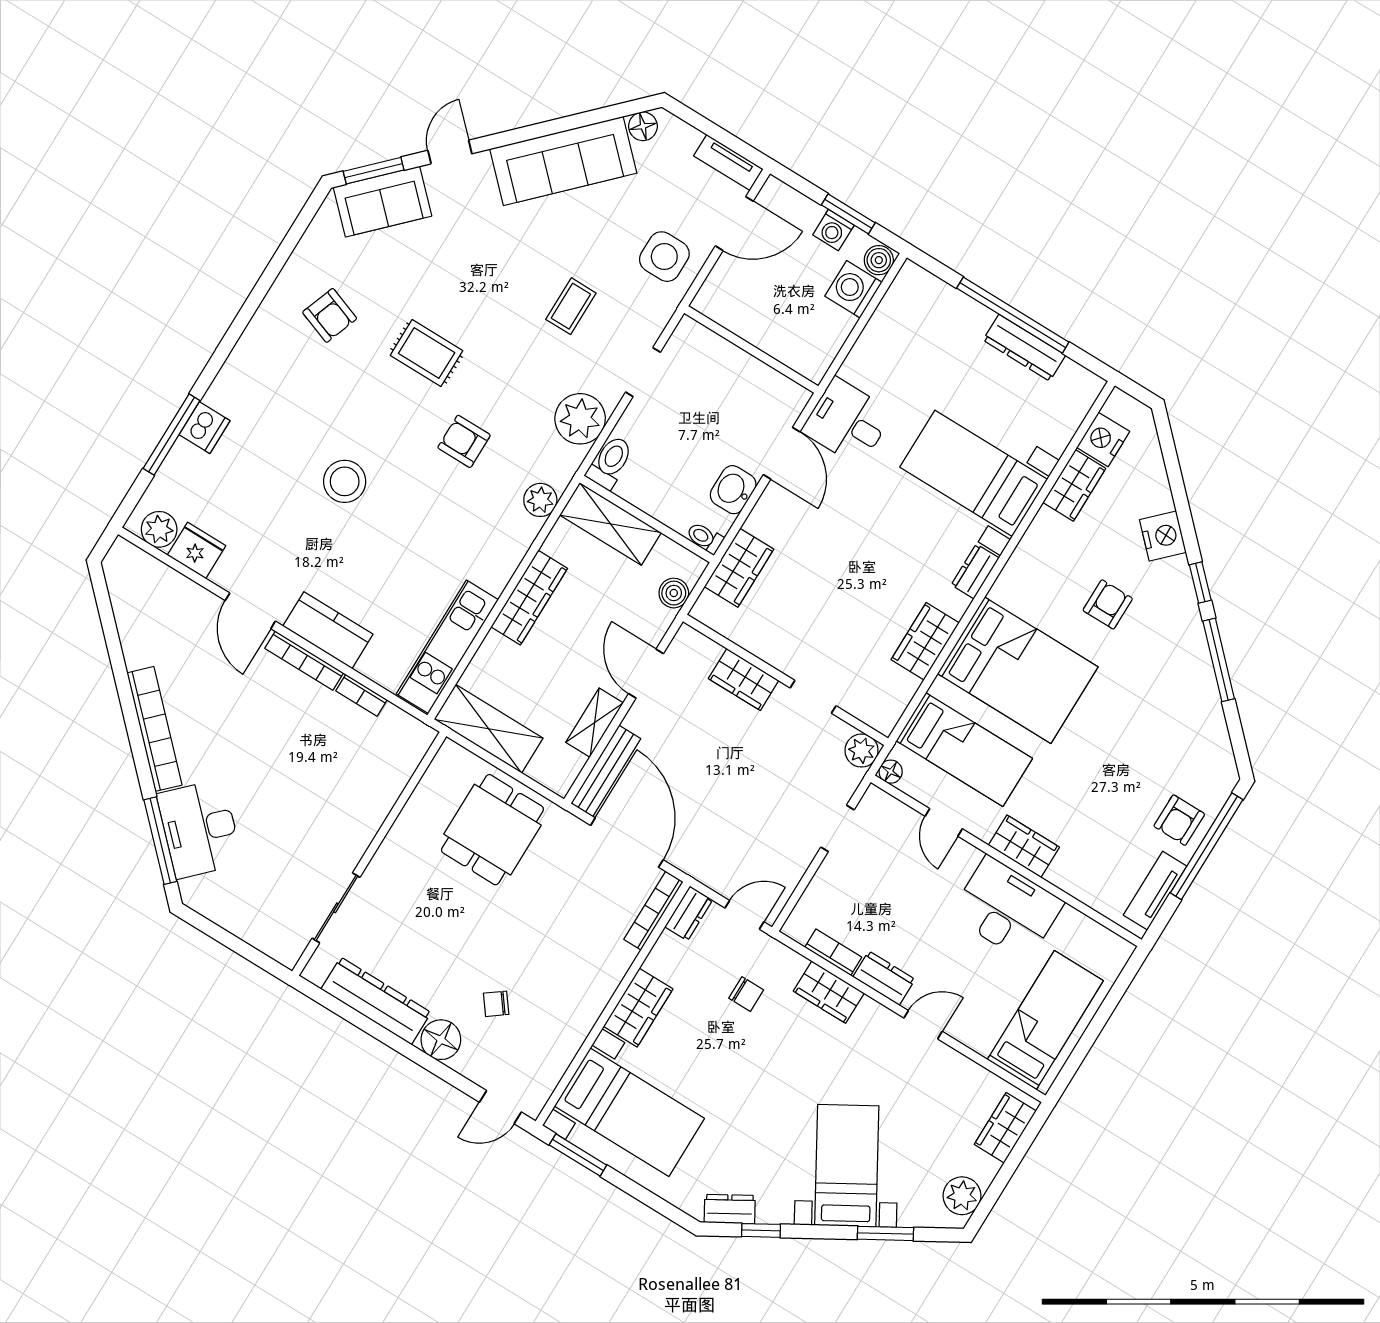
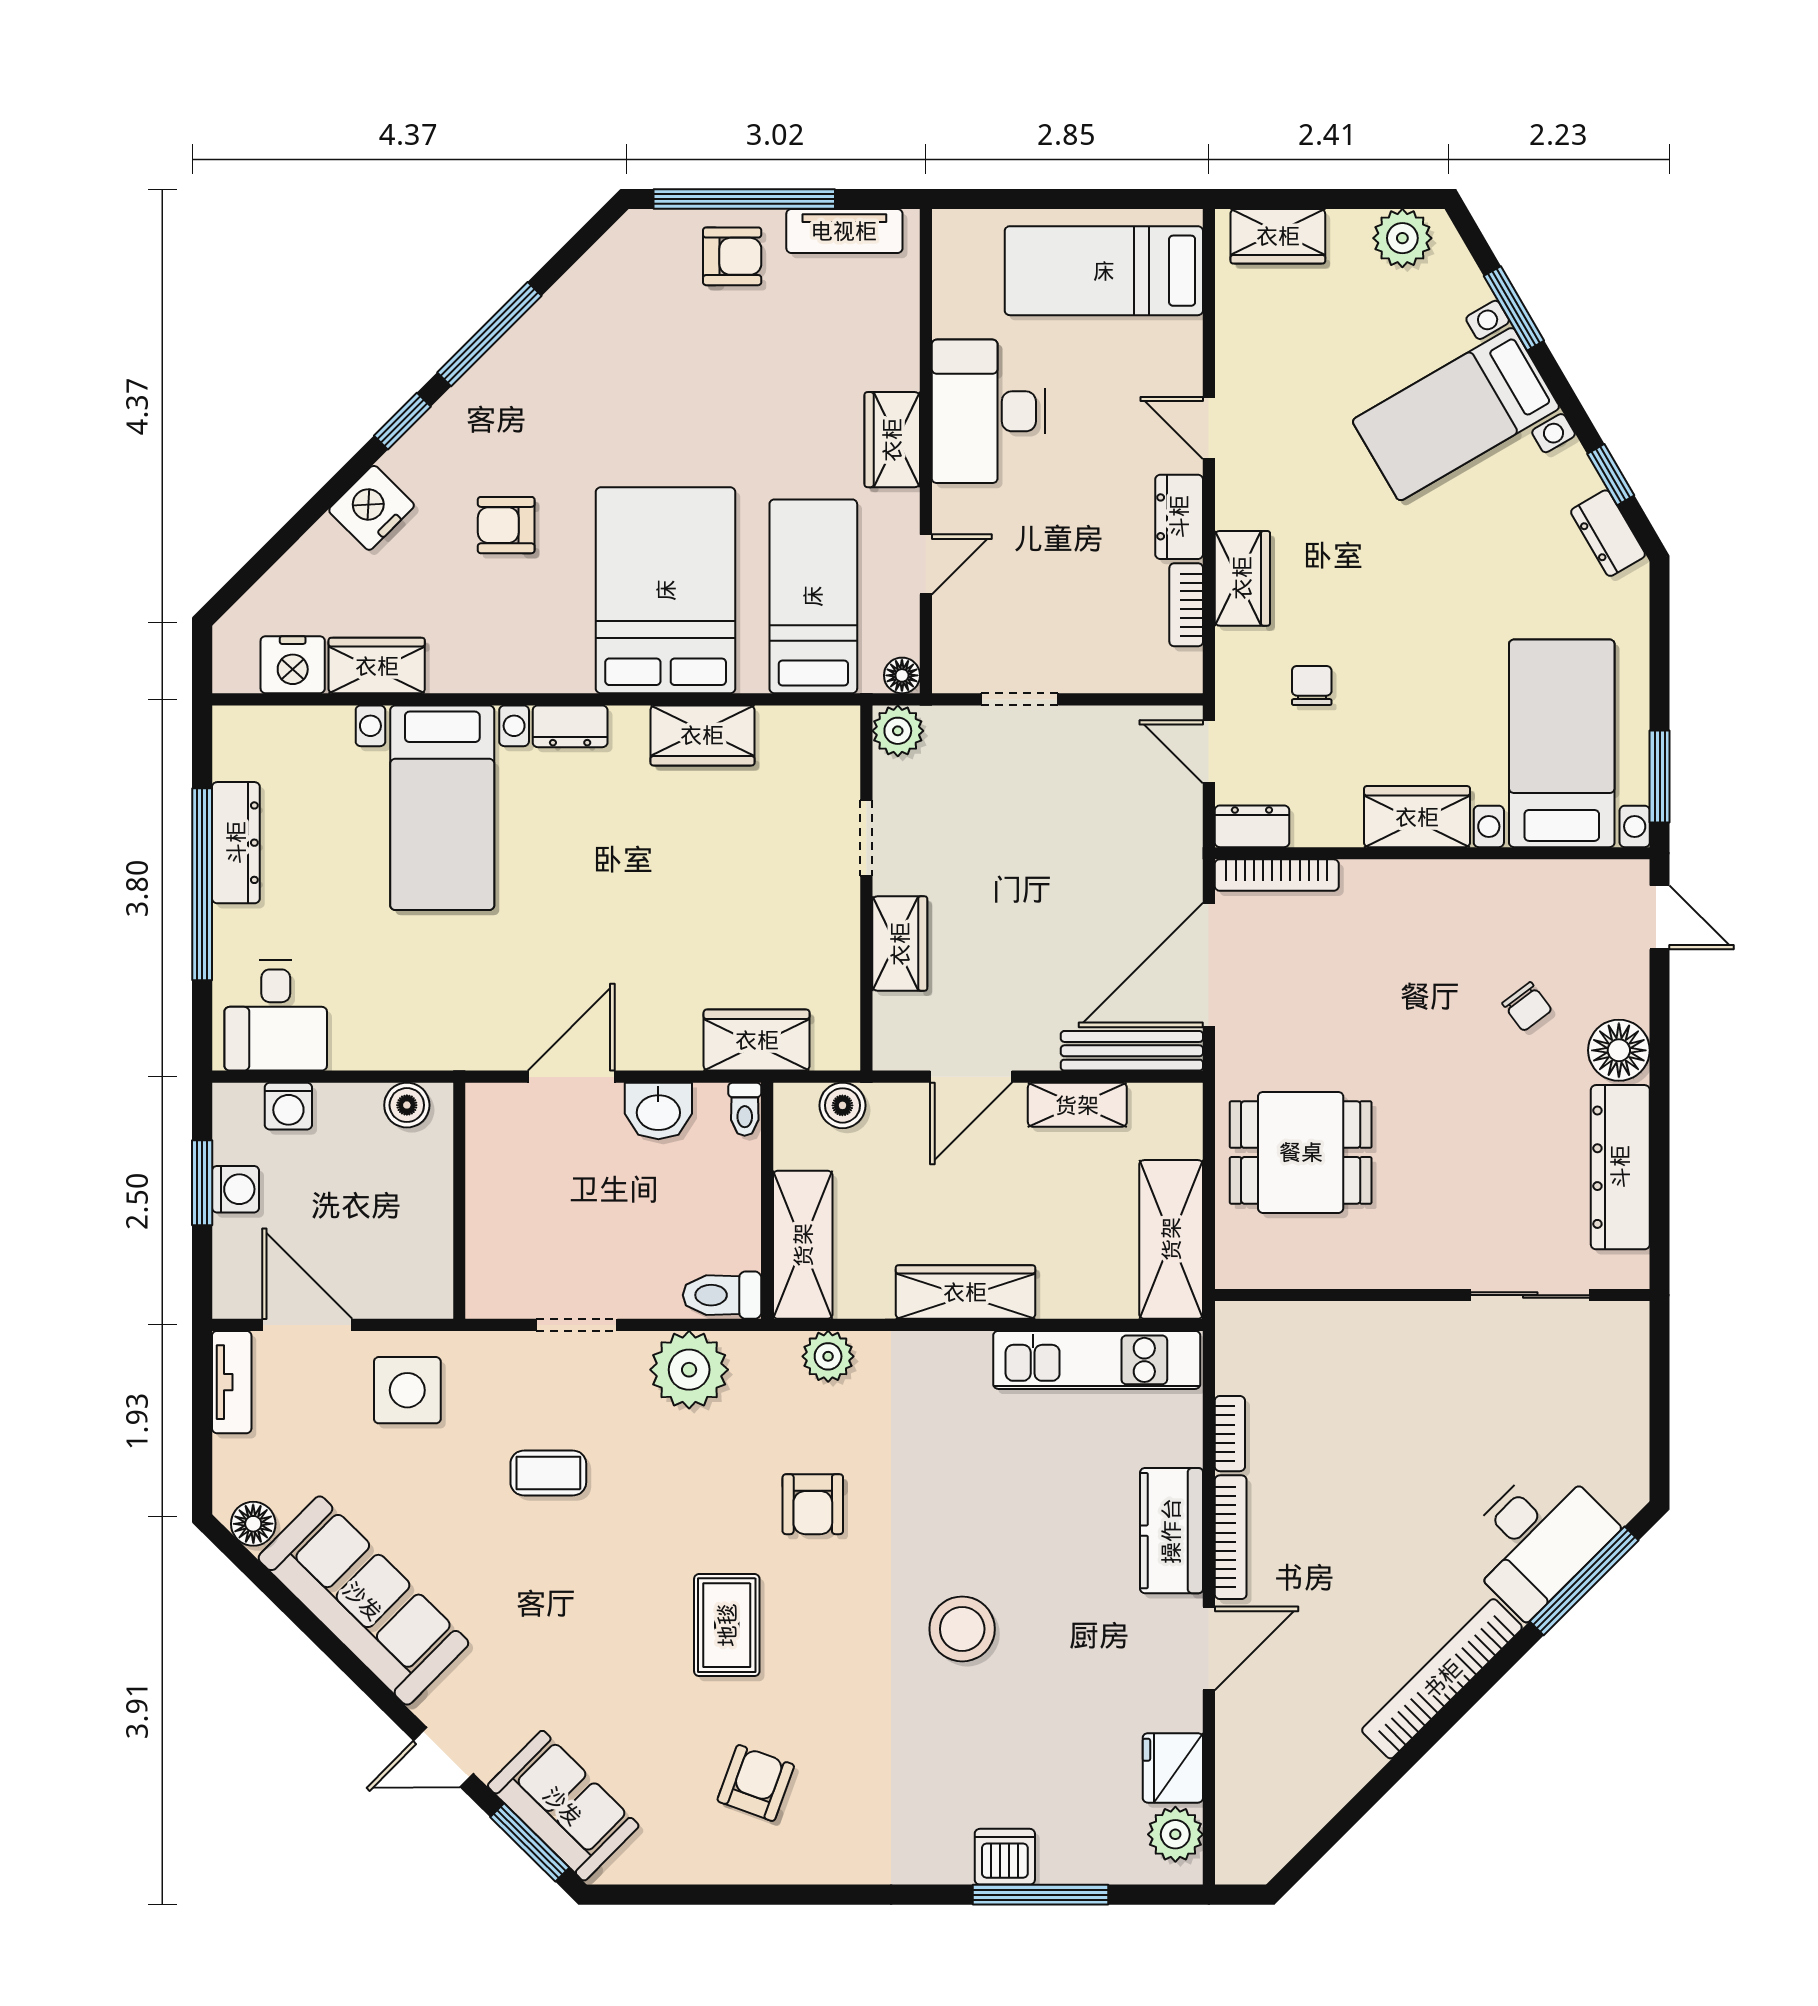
boiler: (879, 260) -> (407, 1105), moved
washing machine: (853, 289) -> (288, 1106), width x0.73, depth x0.73
desk: (847, 422) -> (276, 1016), moved

